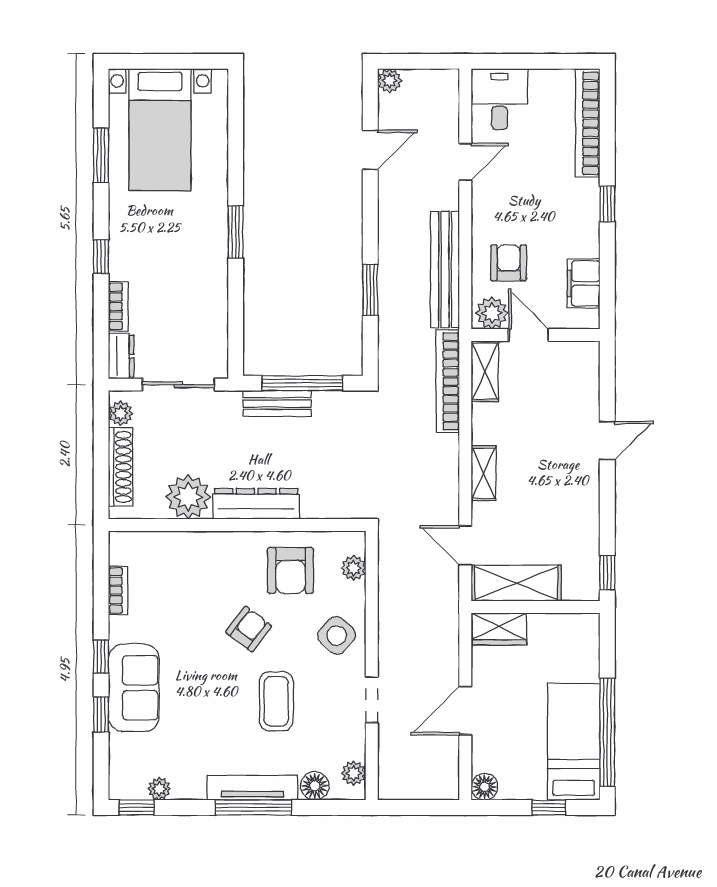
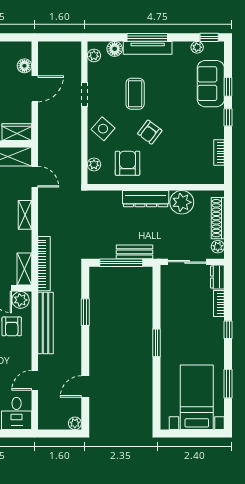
sofa: (134, 688) -> (211, 84), moved
floor lamp: (485, 787) -> (24, 66), moved

